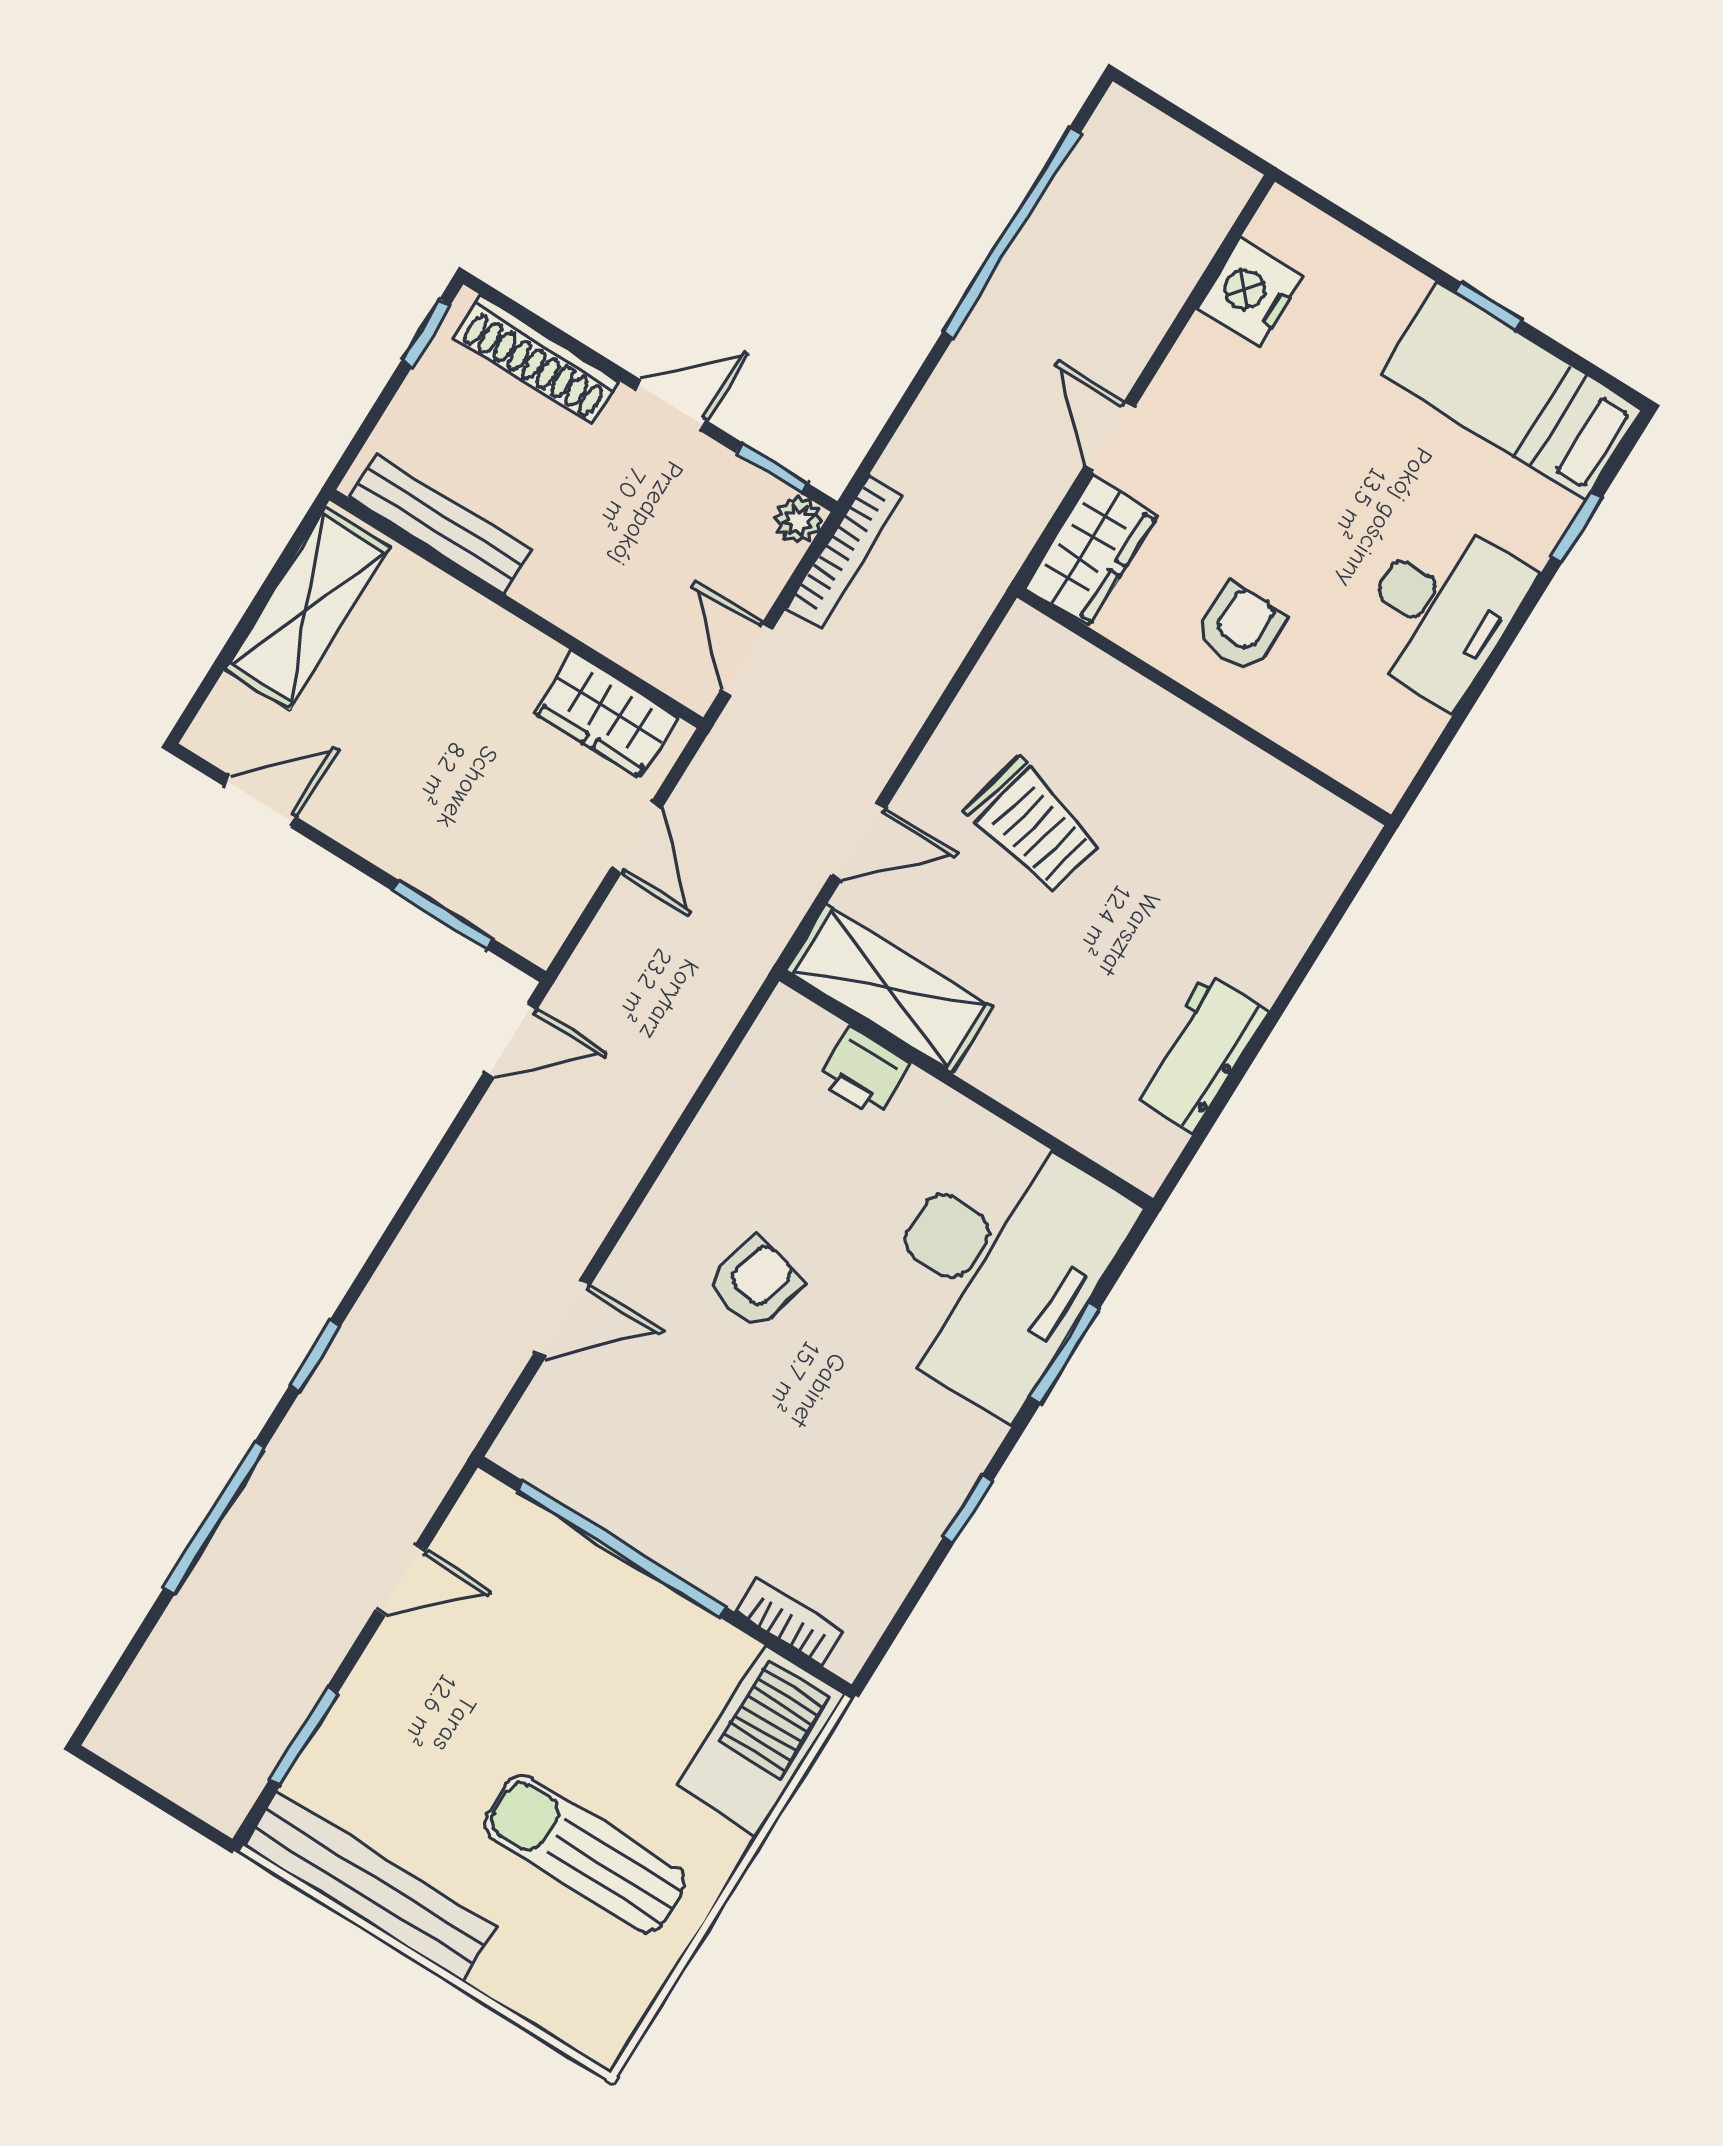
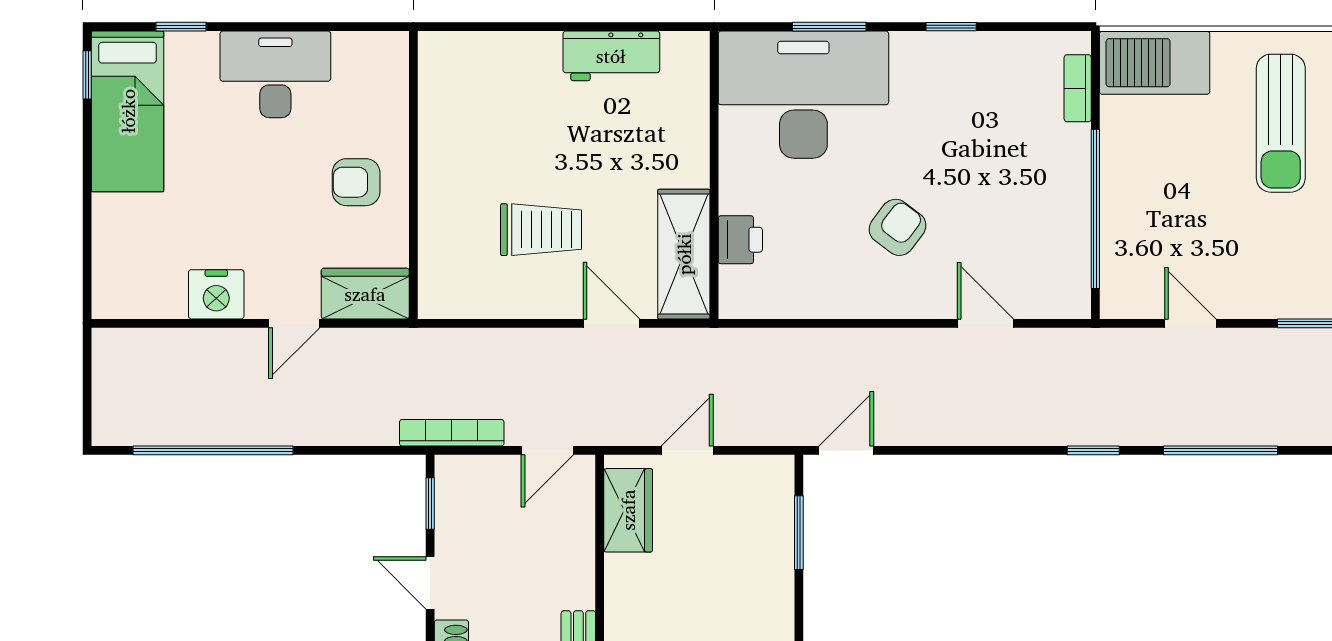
nightstand: (1250, 293) -> (216, 294), moved
window: (1488, 306) -> (87, 75), moved
plant: (798, 520) -> (450, 470), removed
trolley: (1033, 826) -> (541, 230), turned 76
door: (511, 1040) -> (846, 450), hinge flipped
armchair: (754, 1282) -> (898, 227), turned 112

